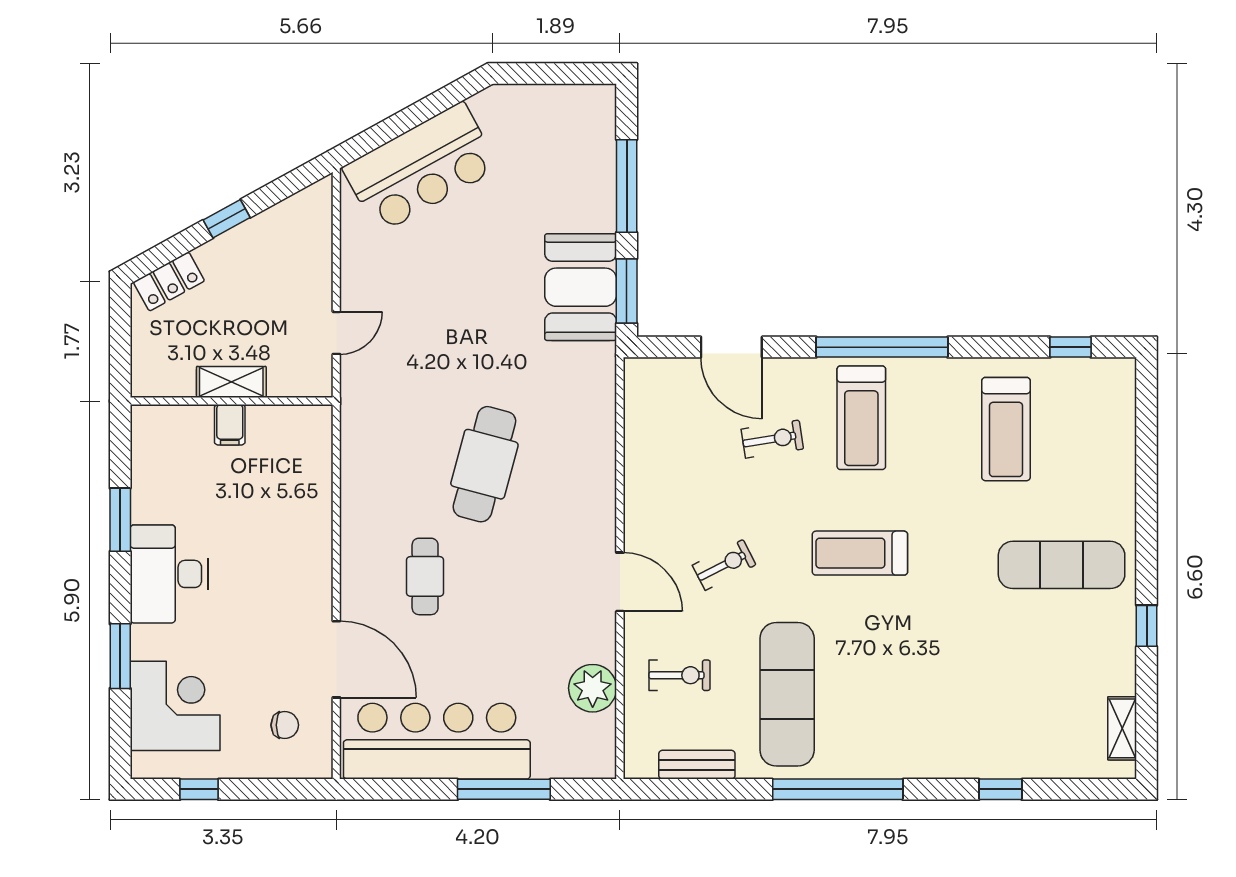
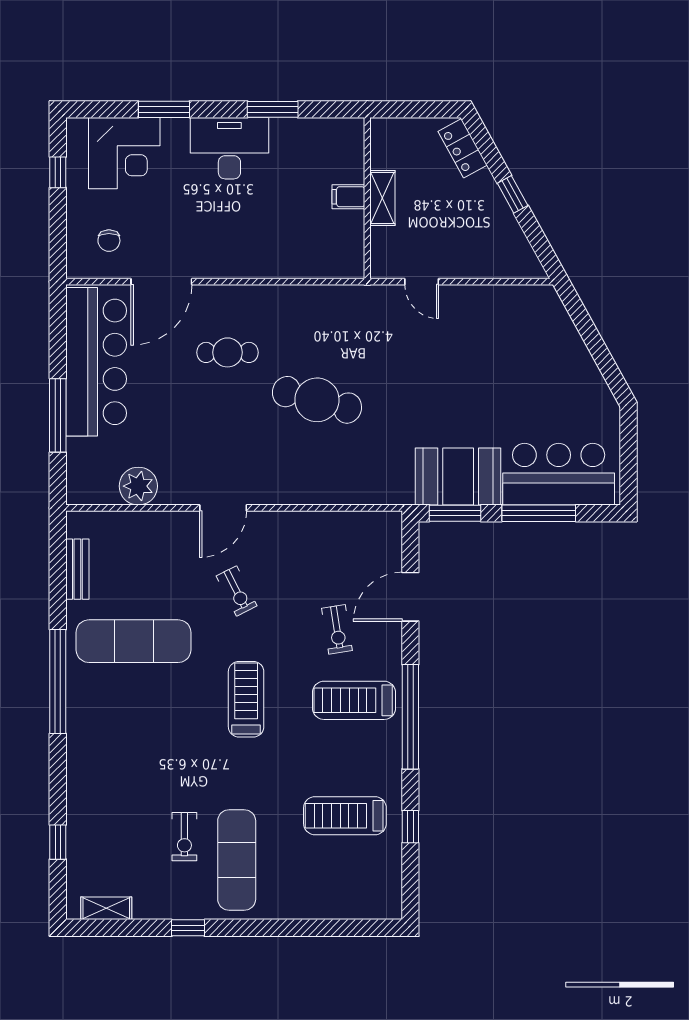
bar counter: (421, 168) -> (559, 474), moved, turned 119
window: (1070, 347) -> (410, 827), moved
exercise bike: (680, 675) -> (184, 837), moved
window: (1000, 789) -> (58, 842), moved

